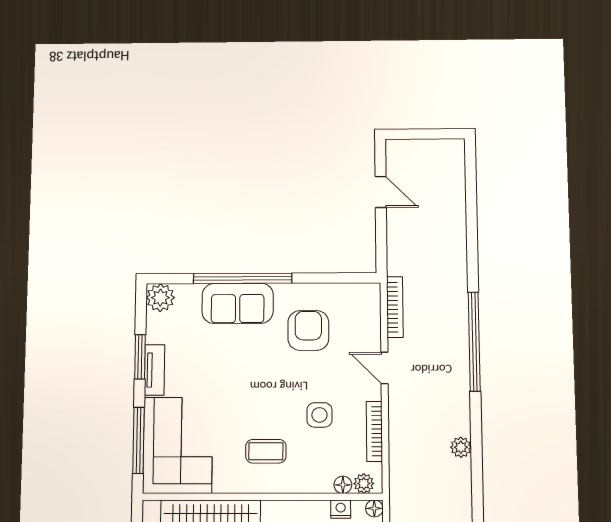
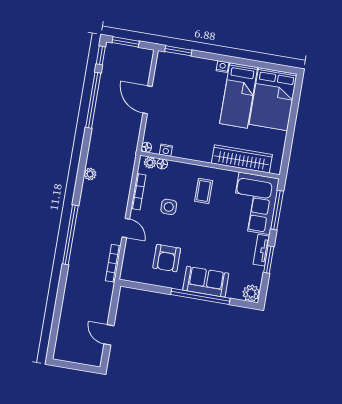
coffee table: (266, 451) -> (204, 191), turned 90

